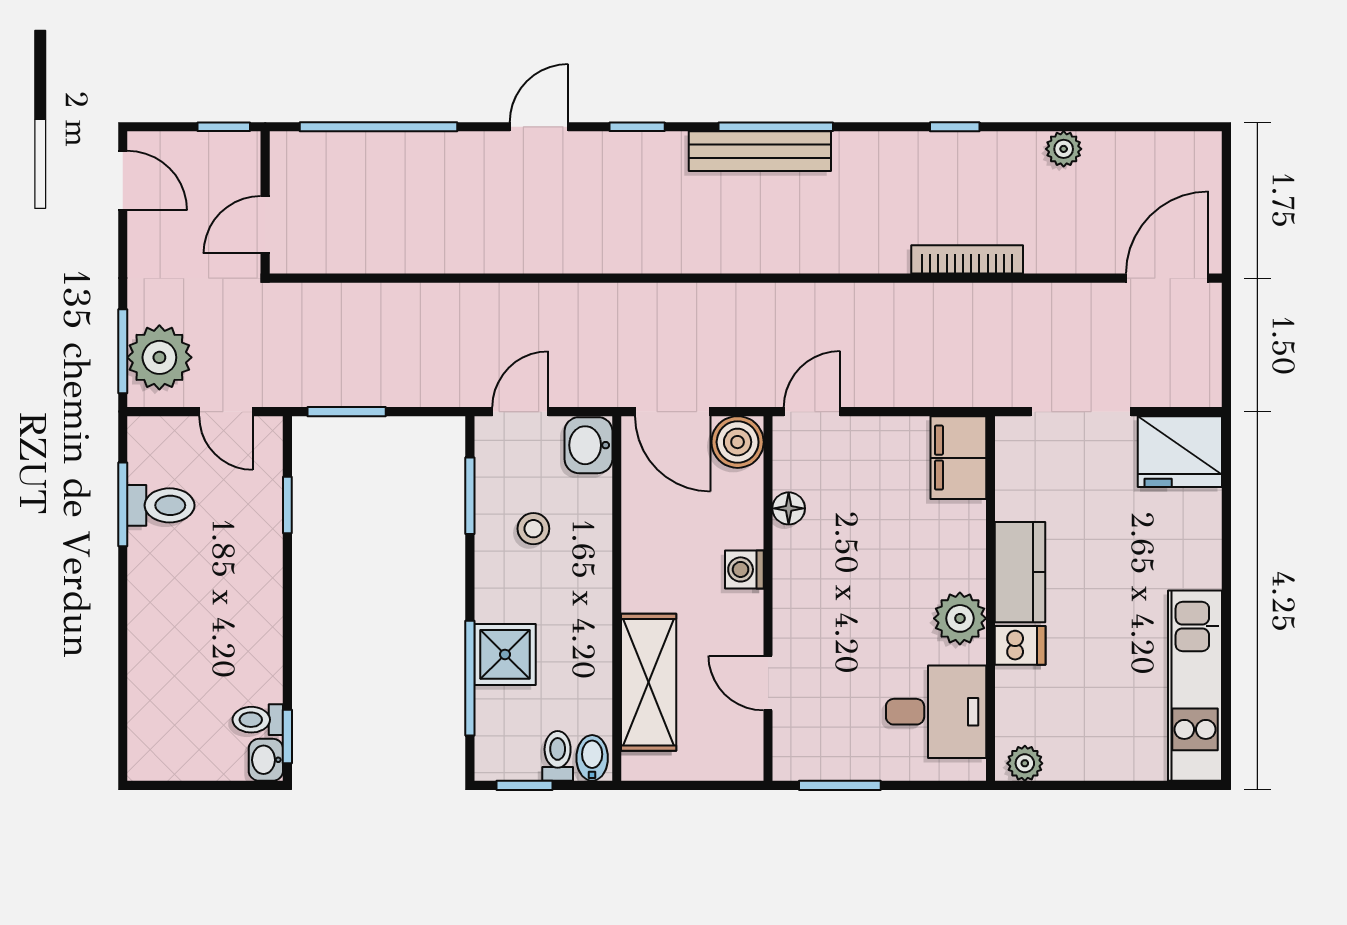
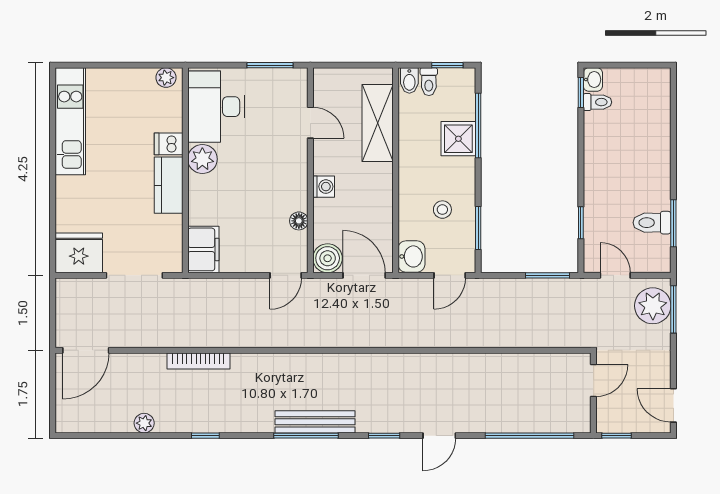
desk: (936, 712) -> (216, 107), width x1.37

